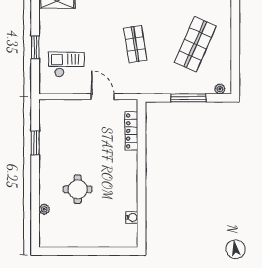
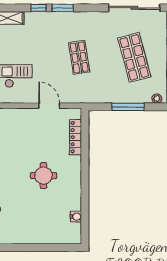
shop shelf: (195, 44) -> (134, 57), turned -39
round table: (78, 189) -> (43, 176), moved

